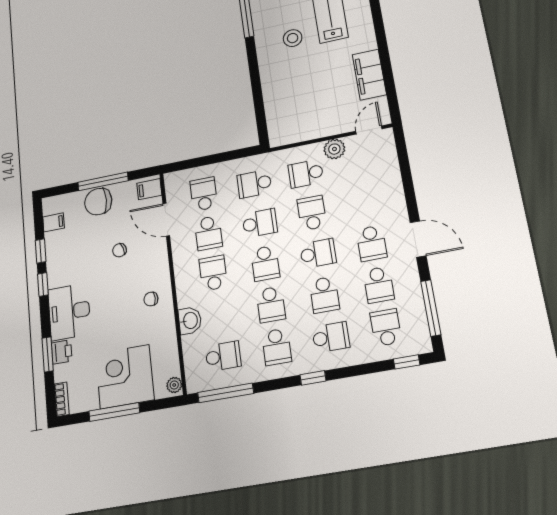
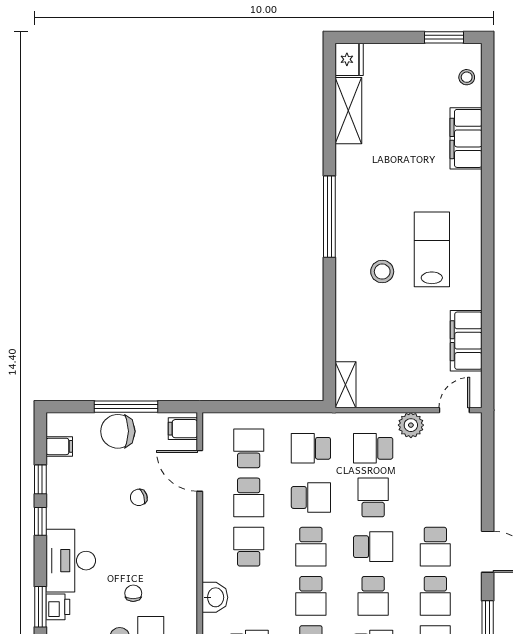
shelving: (276, 129) -> (346, 385), added
chair: (151, 299) -> (133, 593), moved, turned 90

